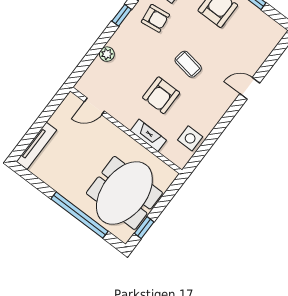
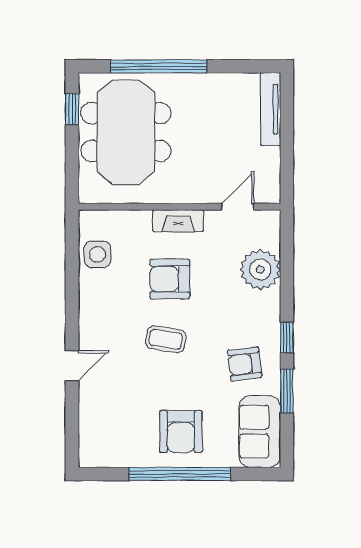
plant: (107, 54) -> (260, 270), width x1.88, depth x1.88
armchair: (161, 95) -> (170, 279), turned -90
fireplace: (148, 135) -> (178, 221), moved

